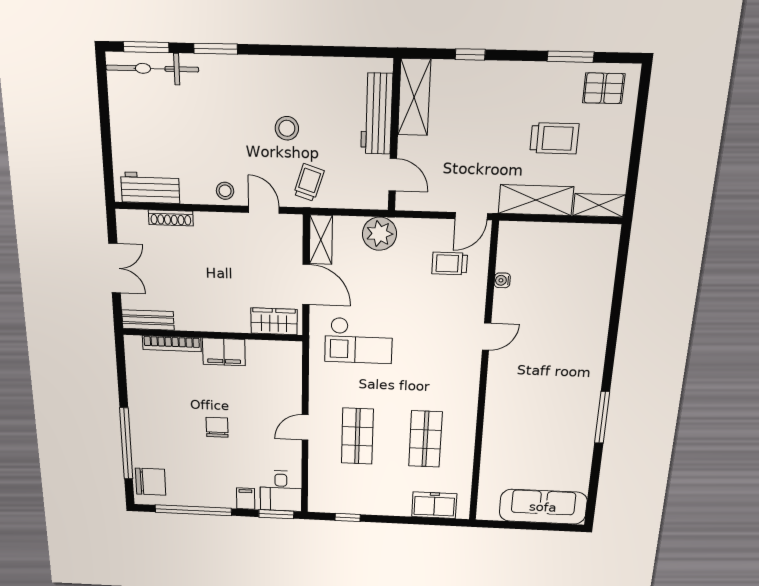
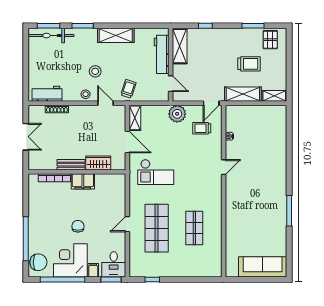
shelving: (284, 71) -> (116, 35), added
pallet: (604, 88) -> (270, 40), turned 90
stool: (287, 128) -> (95, 71), moved
plant: (379, 234) -> (177, 114), moved
bench: (148, 320) -> (71, 165), moved
wardrobe: (274, 321) -> (98, 163), moved
shop shelf: (357, 436) -> (157, 228), width x1.43, depth x1.36
corner desk: (206, 481) -> (70, 260), added
freezer: (434, 505) -> (201, 269), removed

